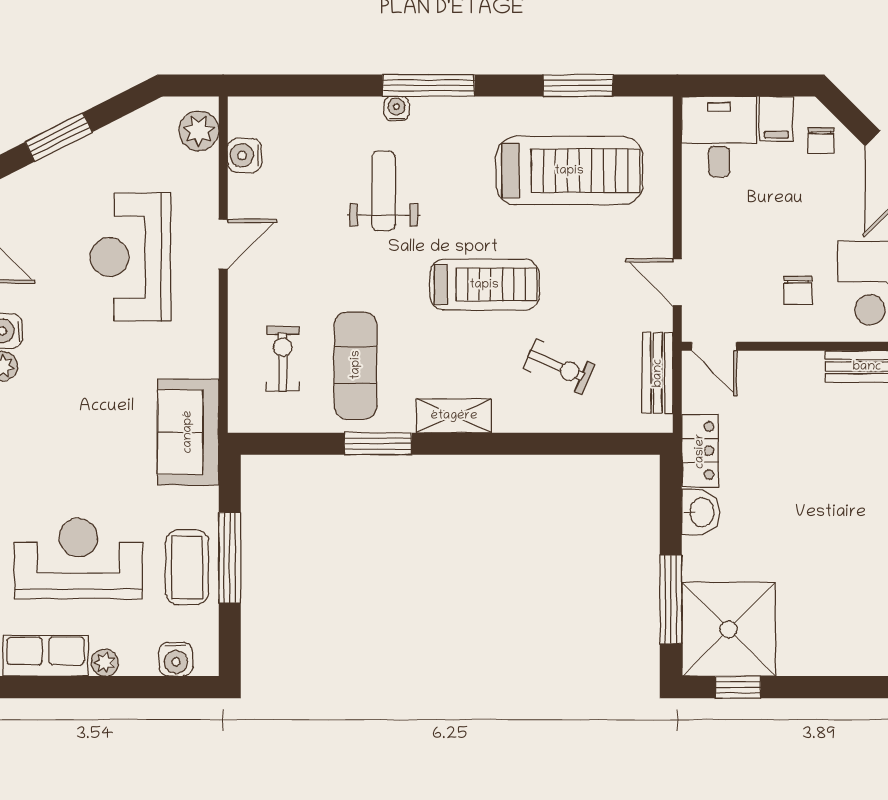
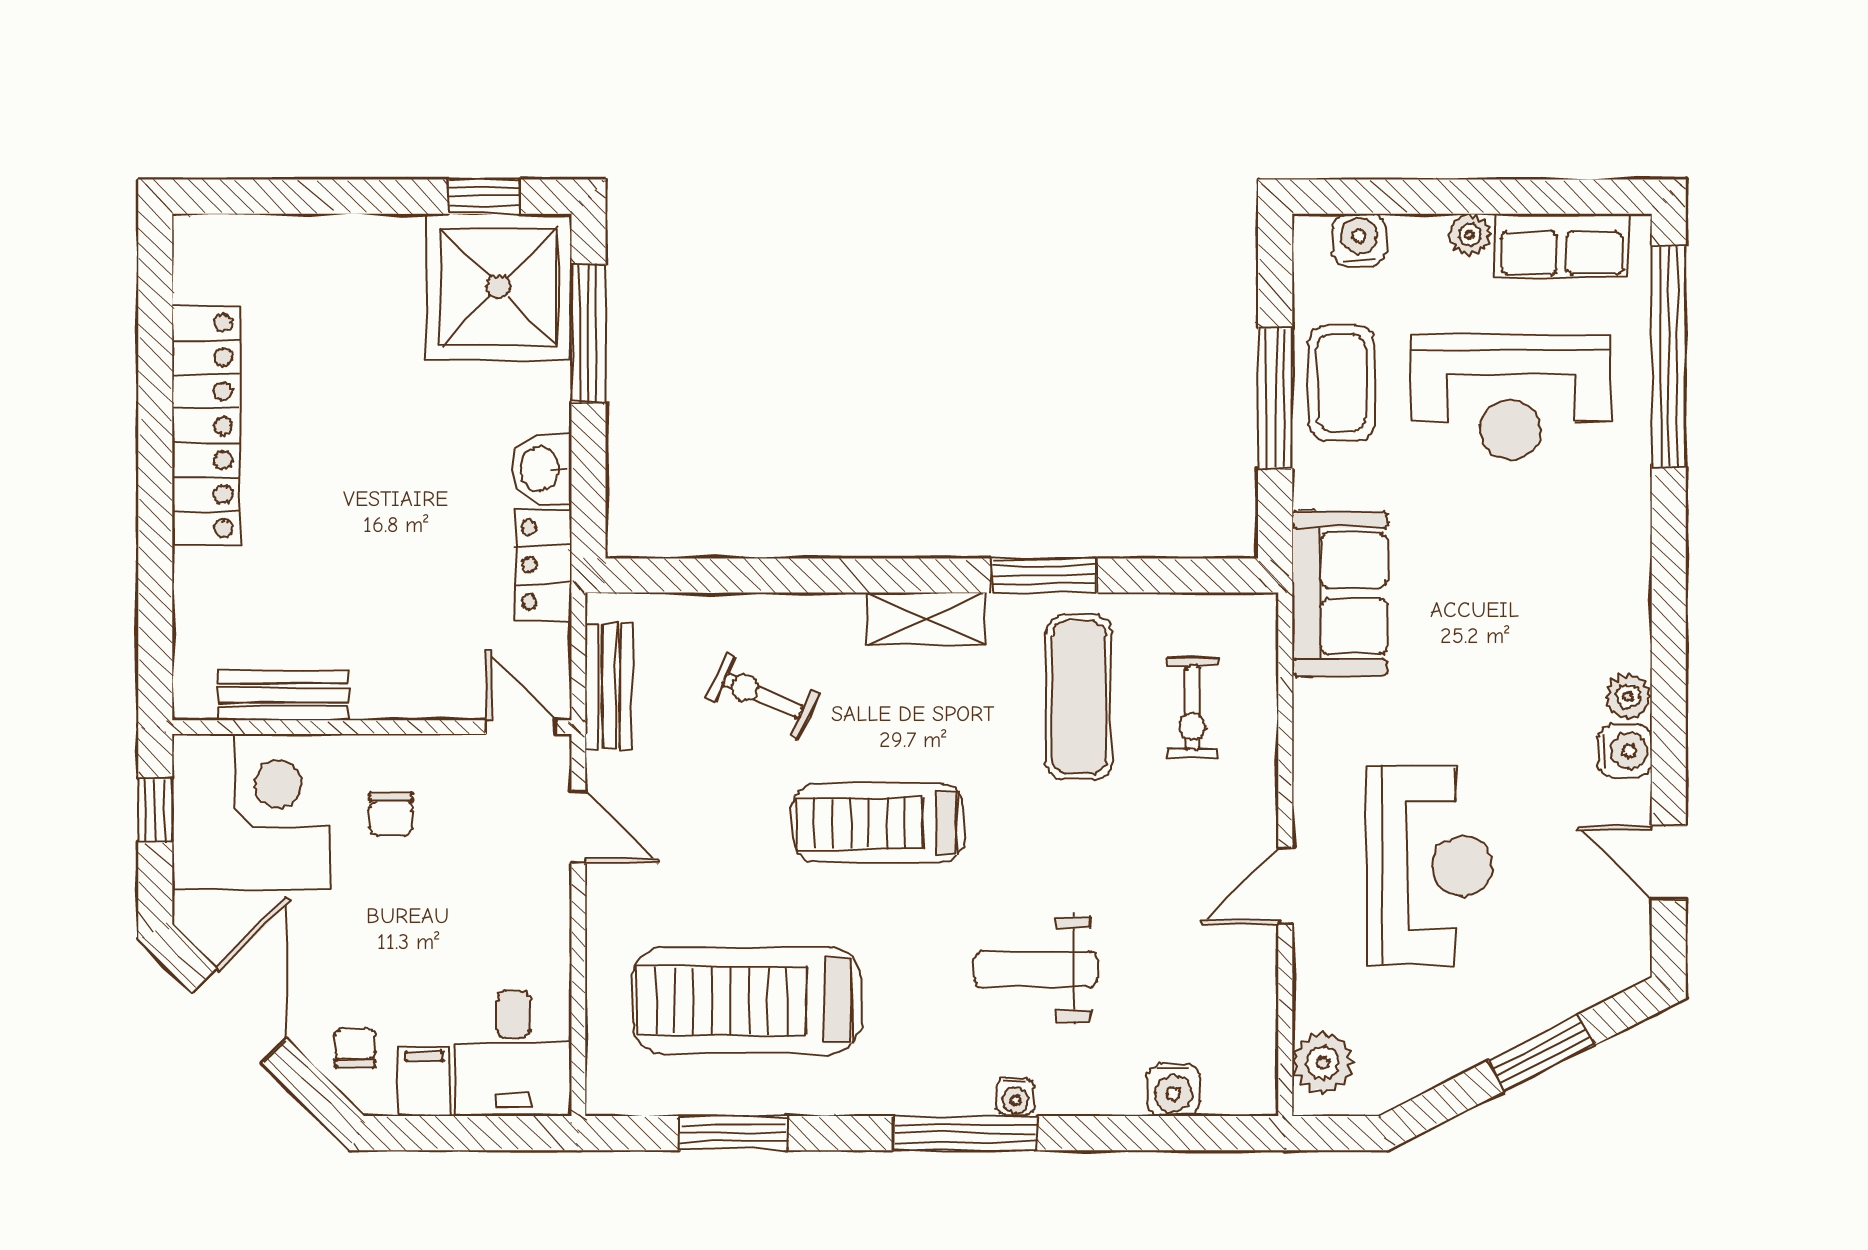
water cooler: (245, 155) -> (1173, 1090), moved, turned 90
weight bench: (383, 191) -> (1036, 969), turned 90
chair: (798, 290) -> (391, 814), turned 180

